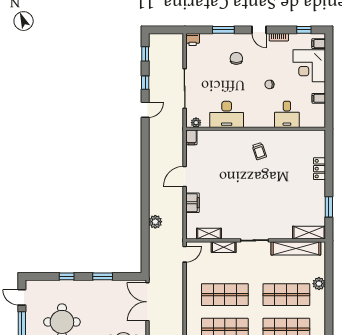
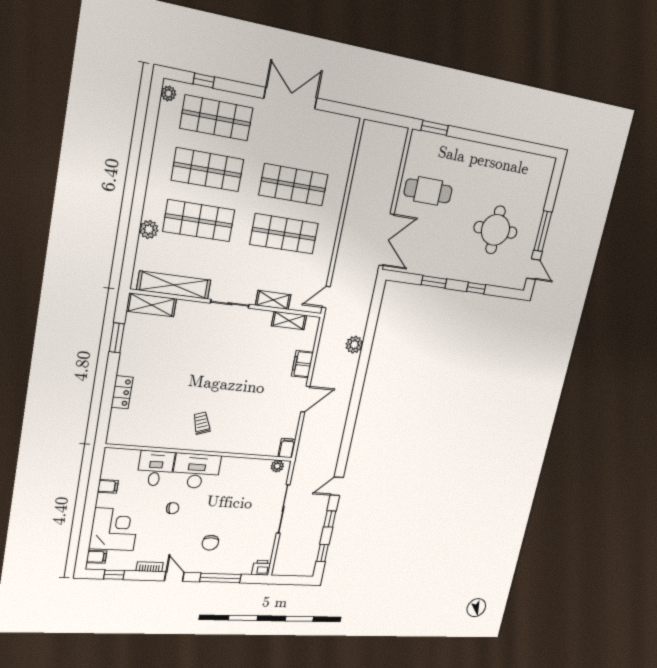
window: (223, 30) -> (220, 578), width x1.44
desk: (227, 114) -> (196, 471), moved

